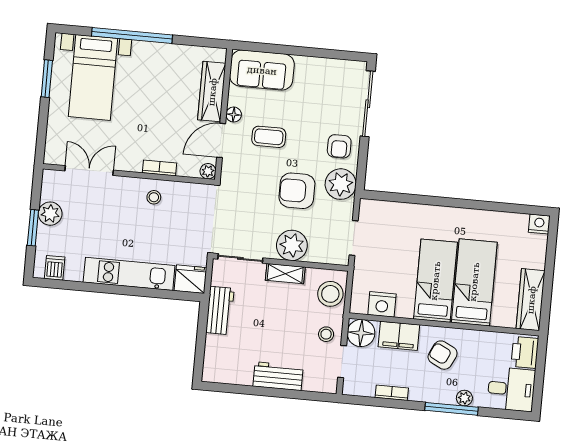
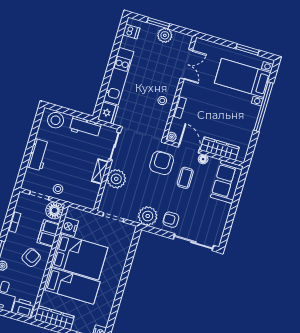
armchair: (297, 191) -> (162, 163), moved
bed: (435, 281) -> (79, 257), width x1.50
stool: (330, 294) -> (56, 120), moved

